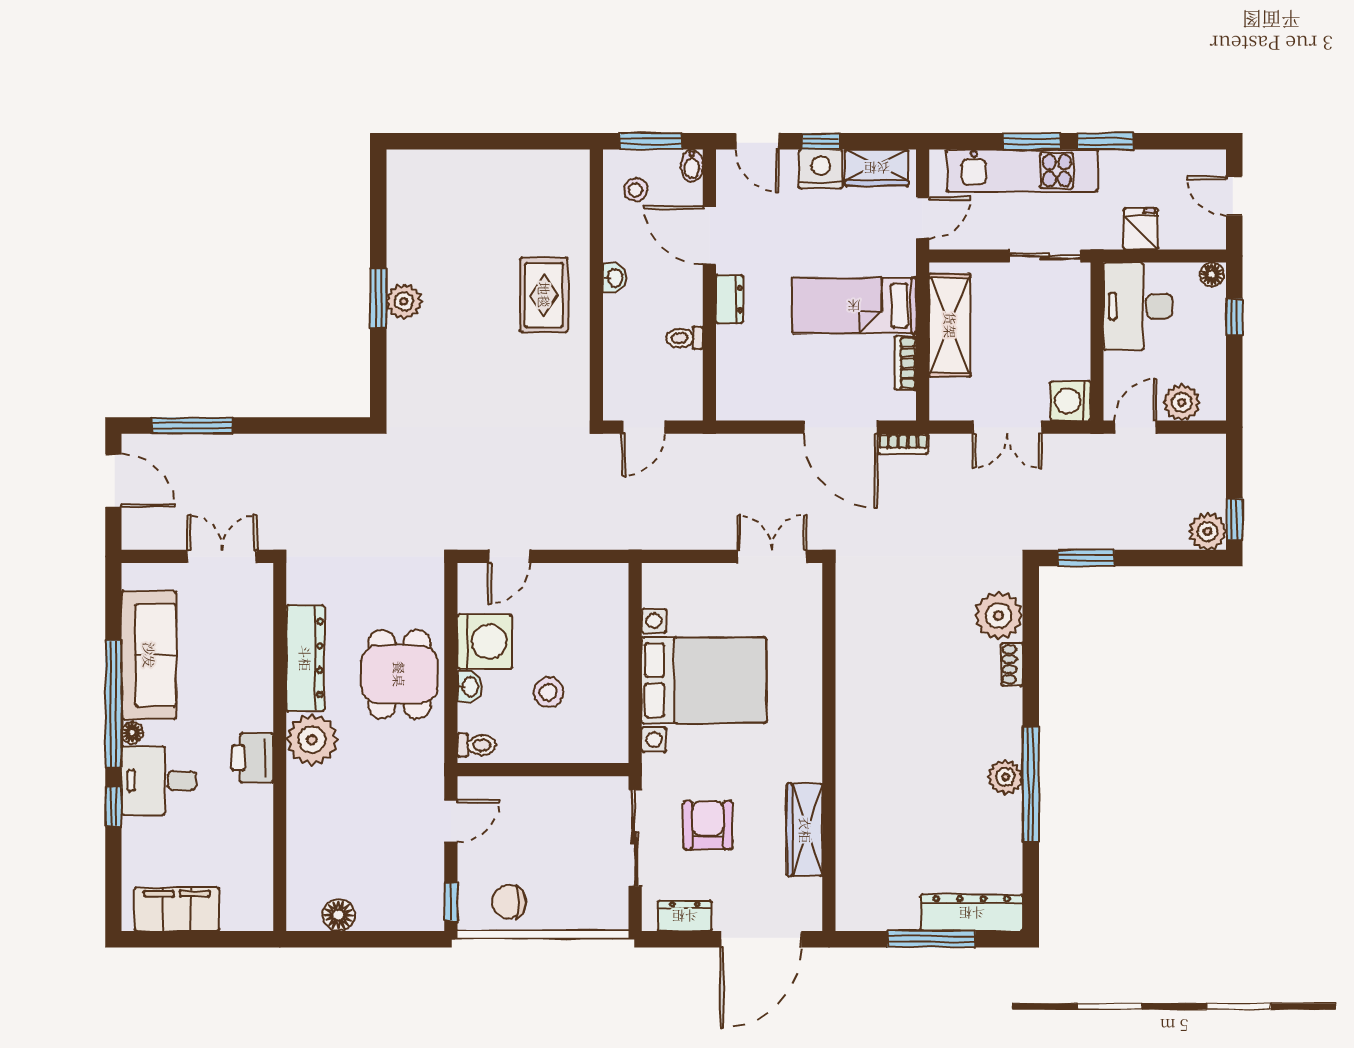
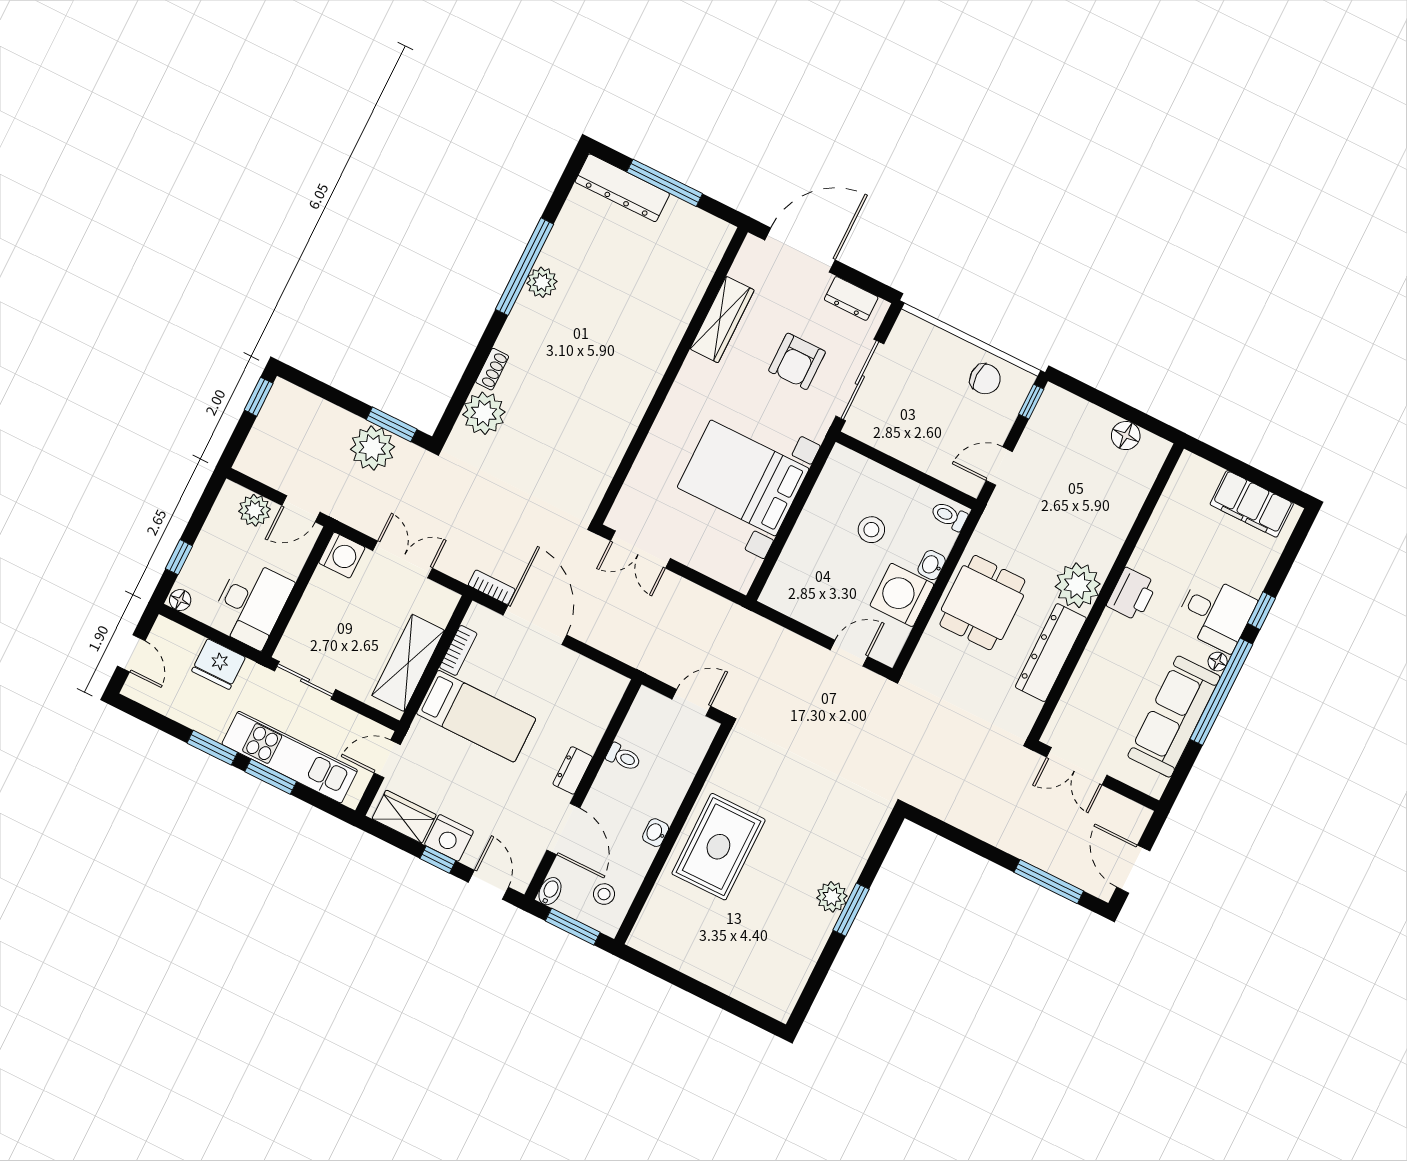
fridge: (1141, 229) -> (218, 664), width x1.38
rug: (544, 295) -> (718, 847), width x1.36, depth x1.43
plant: (1208, 531) -> (373, 448), moved, width x1.36, depth x1.36

